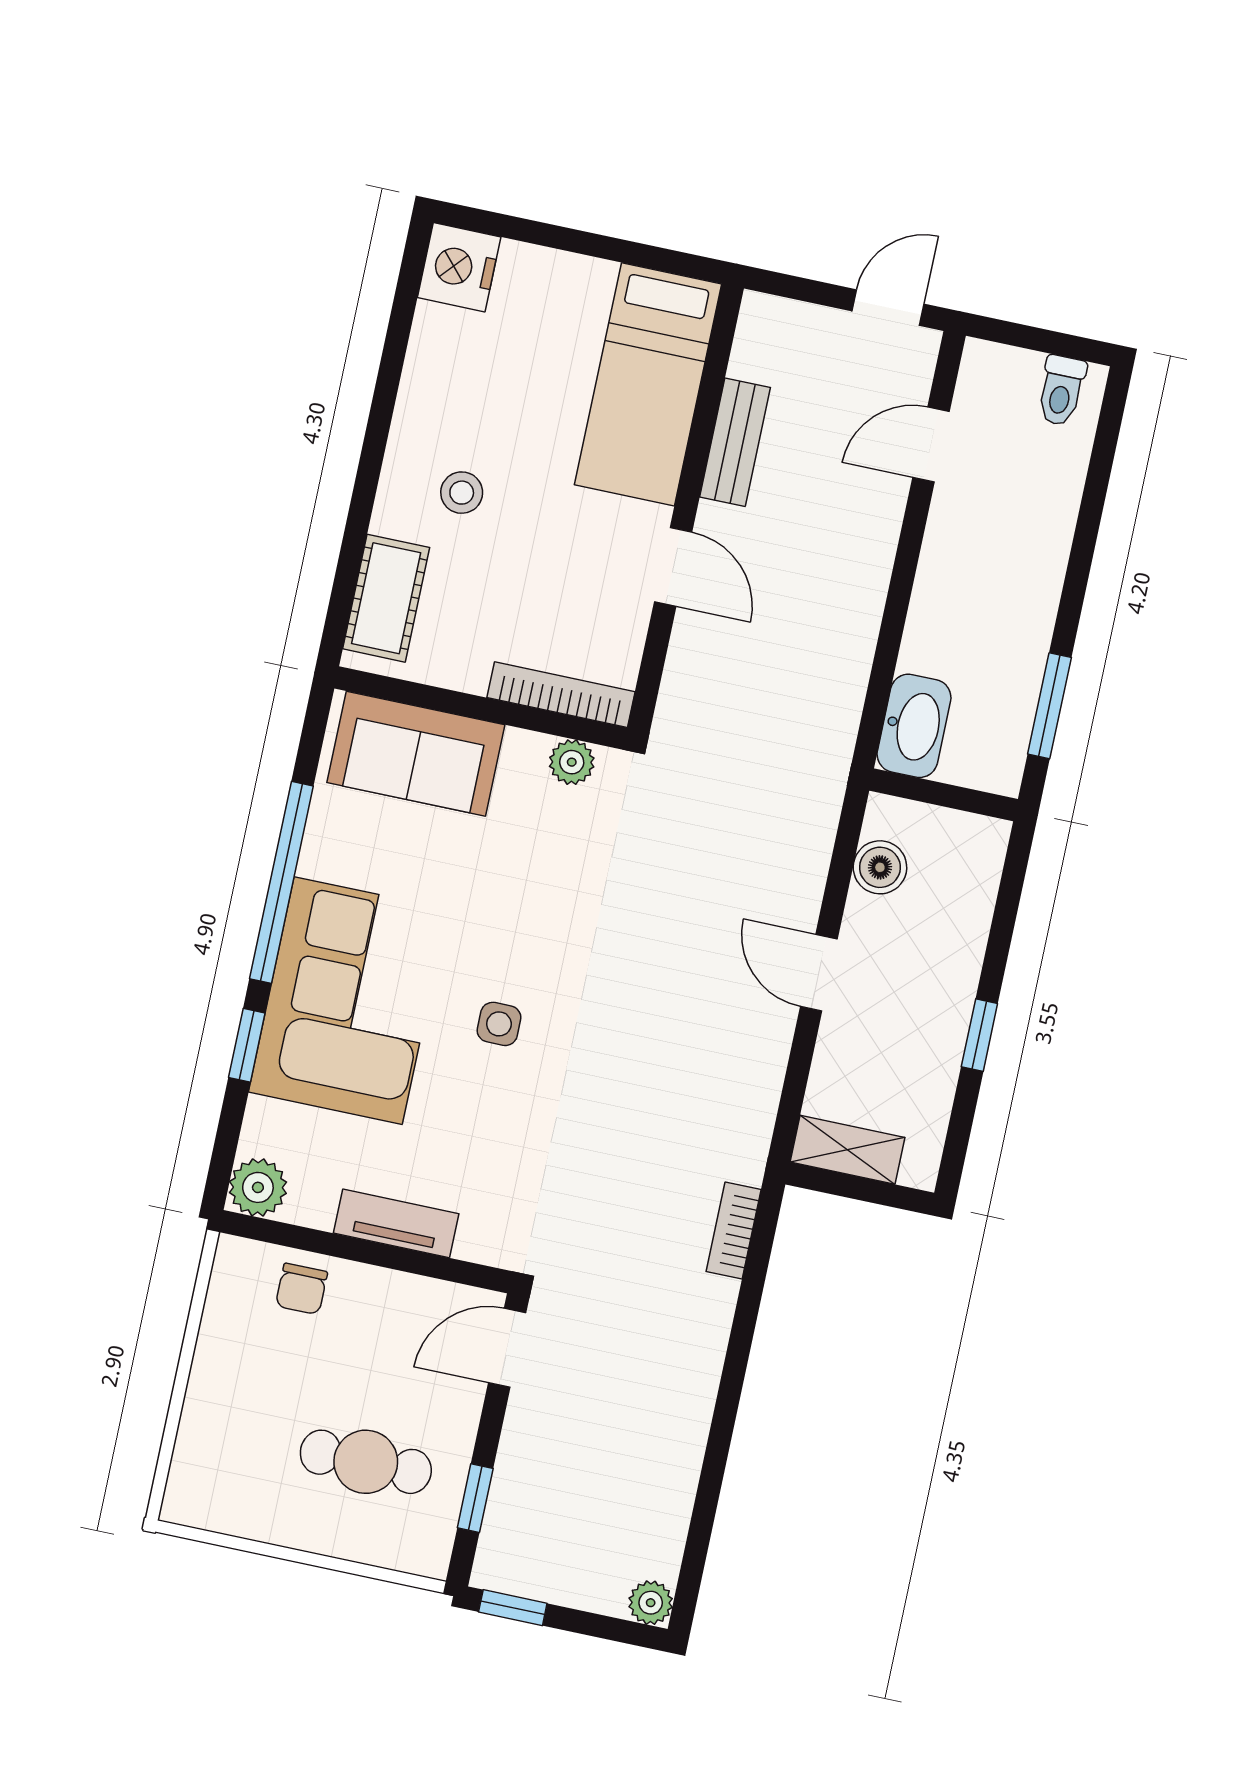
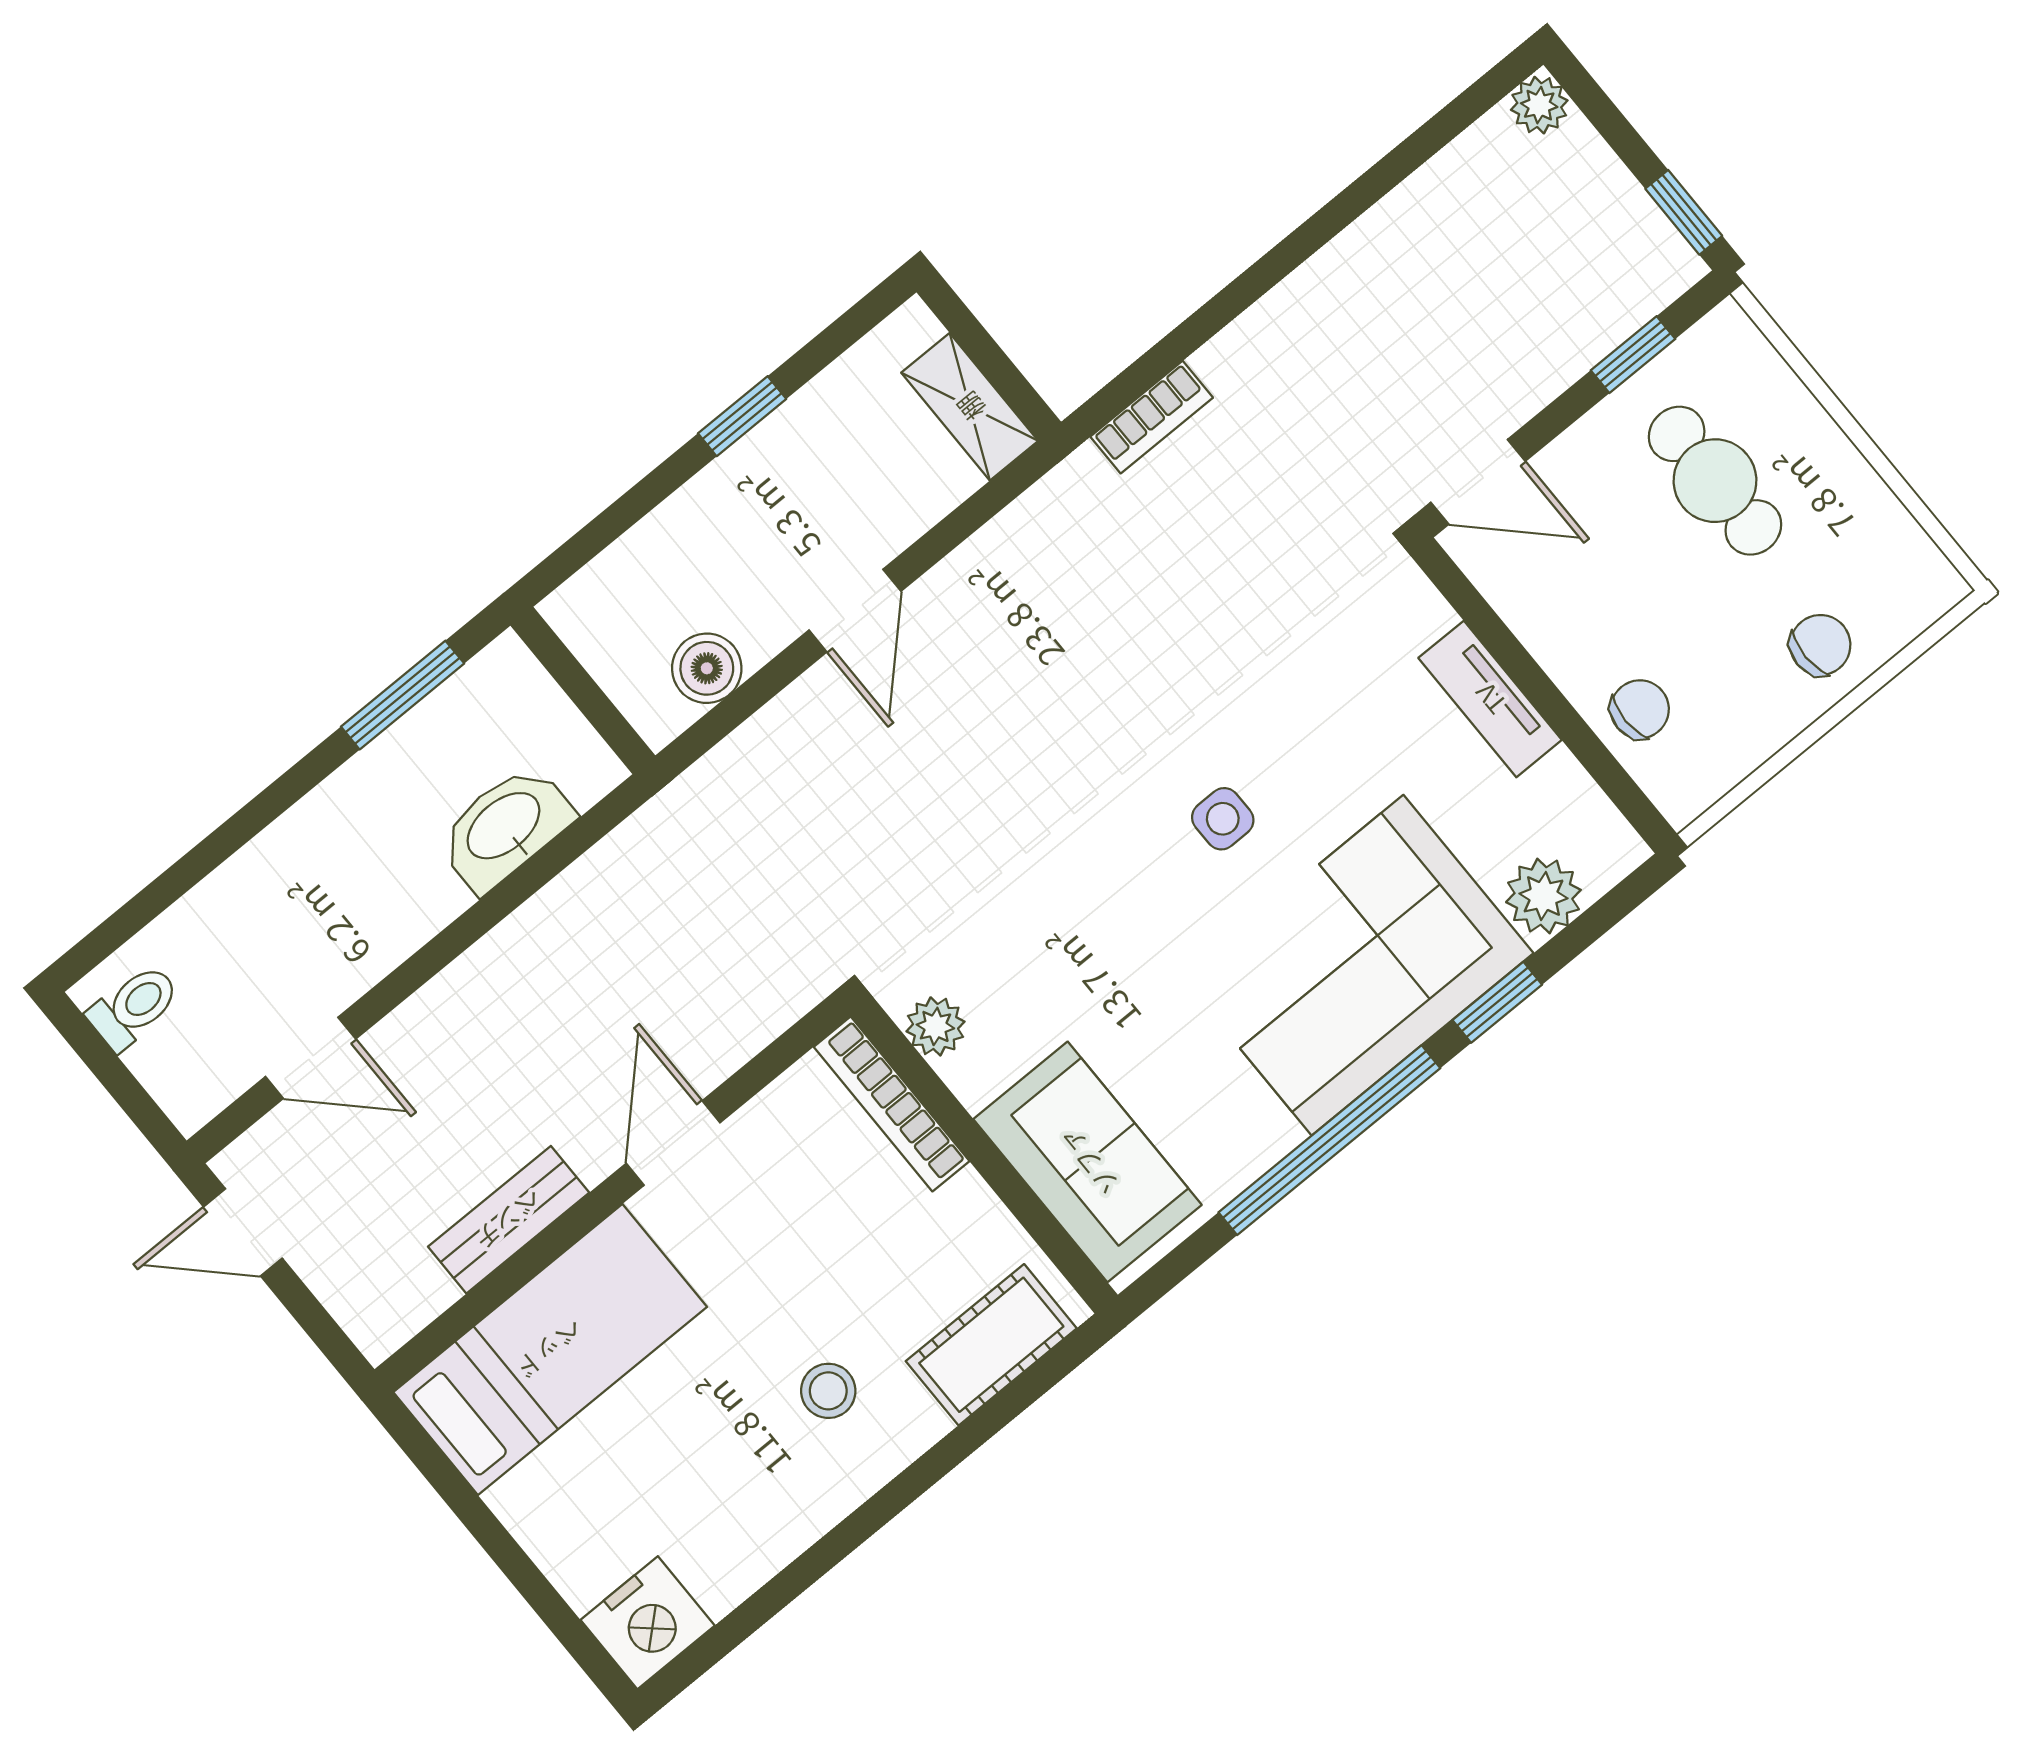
washbasin: (914, 726) -> (505, 828), moved
plant: (258, 1187) -> (1543, 896), moved
chair: (224, 1414) -> (1820, 645), added

